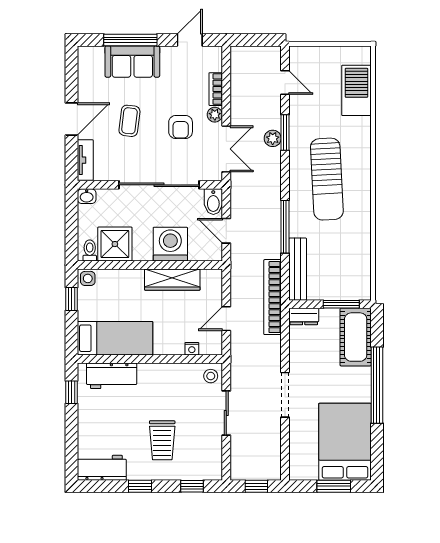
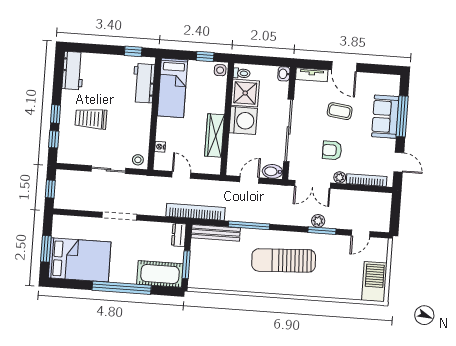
bookcase: (216, 89) -> (367, 180), width x1.56
barbecue: (356, 90) -> (374, 282), moved, turned -90
washing machine: (170, 244) -> (243, 121), moved
window: (140, 486) -> (56, 114), moved

